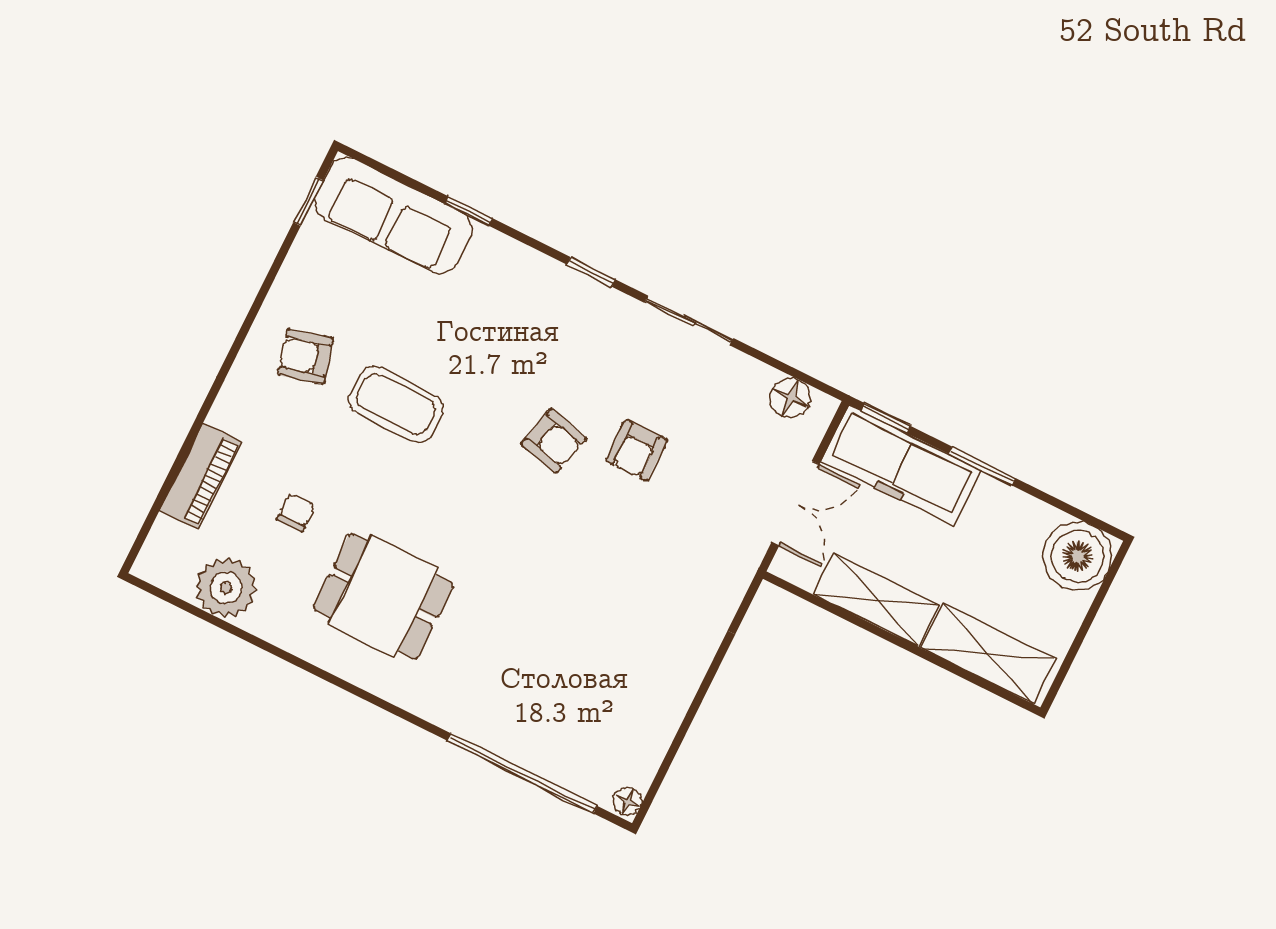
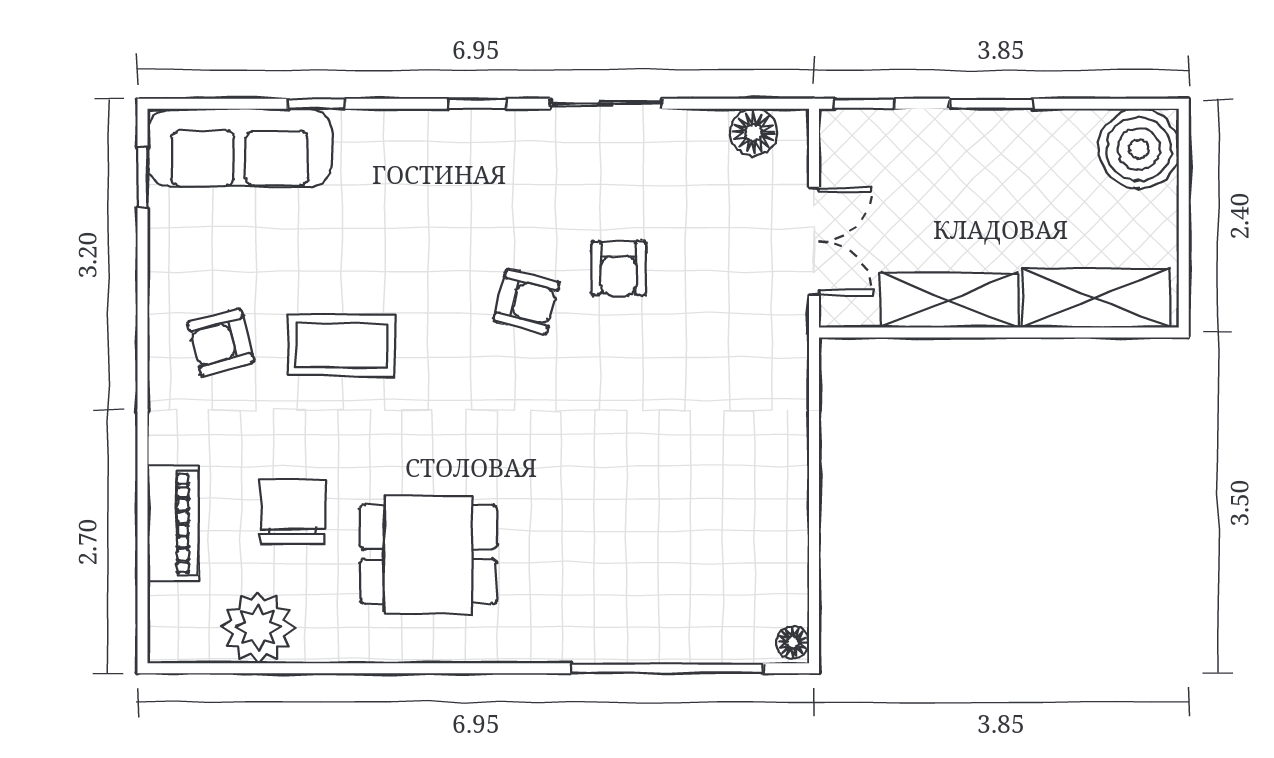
freezer: (901, 466) -> (906, 146), removed
chair: (296, 513) -> (293, 512), width x1.87, depth x1.87

